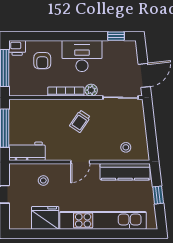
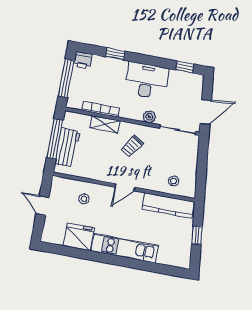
window: (47, 36) -> (115, 54), added
armchair: (42, 61) -> (106, 78), removed
bookcase: (66, 92) -> (101, 109), moved
shelving: (50, 105) -> (105, 124), added
workbench: (27, 151) -> (67, 148), moved, turned 90
kitchen unit: (103, 220) -> (125, 248), width x0.73

